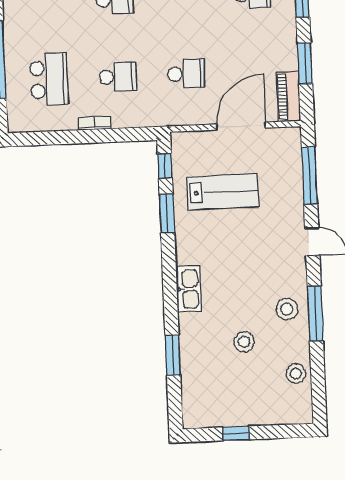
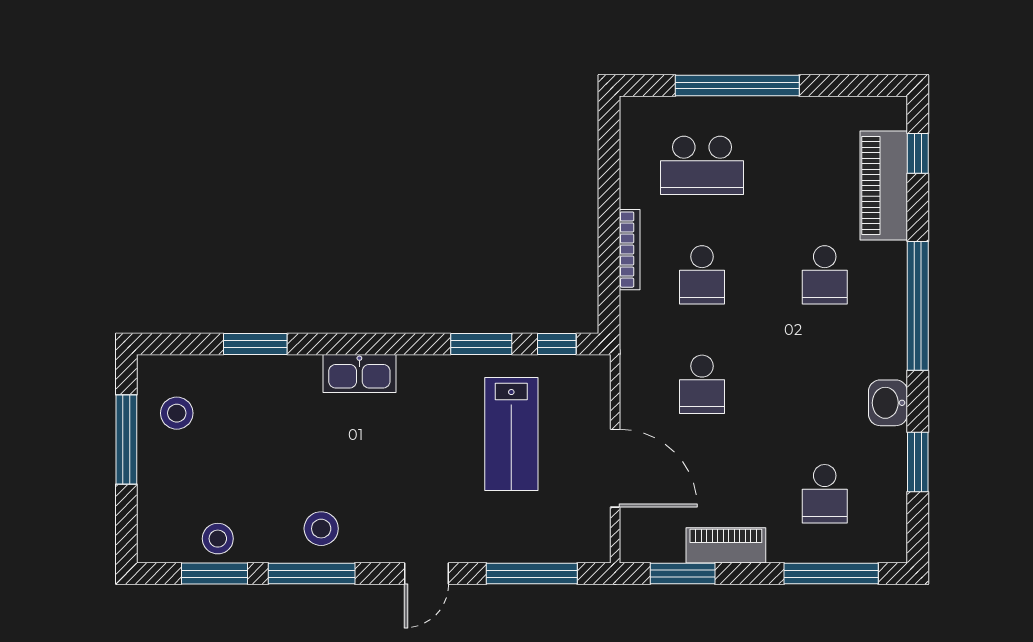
window: (305, 64) -> (683, 574), moved
piano: (289, 96) -> (726, 545), moved
bookcase: (95, 123) -> (630, 250), width x1.56
stool: (244, 342) -> (177, 413), moved
window: (318, 375) -> (214, 574), added
window: (236, 433) -> (126, 440), width x2.17

